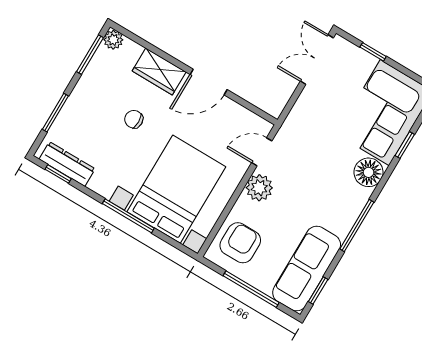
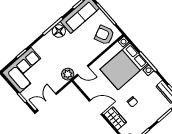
double door: (317, 59) -> (47, 102), swing flipped
floor lamp: (369, 172) -> (59, 31), moved
plant: (259, 188) -> (68, 74), moved
armchair: (240, 243) -> (104, 35), turned 66

